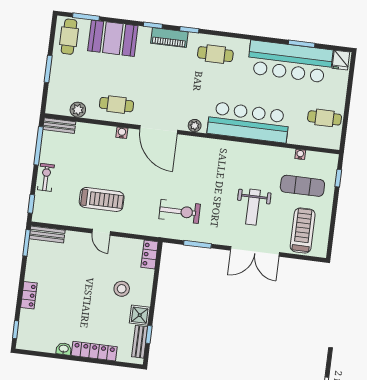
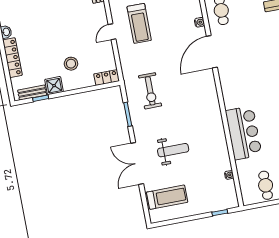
bar counter: (248, 122) -> (244, 133), width x0.73
plant: (195, 126) -> (225, 80), removed
exercise mat: (302, 186) -> (204, 185), removed
weight bench: (253, 207) -> (173, 150), turned 180

